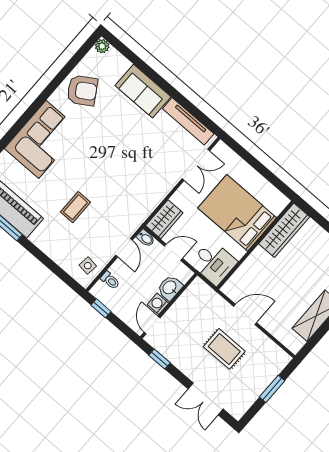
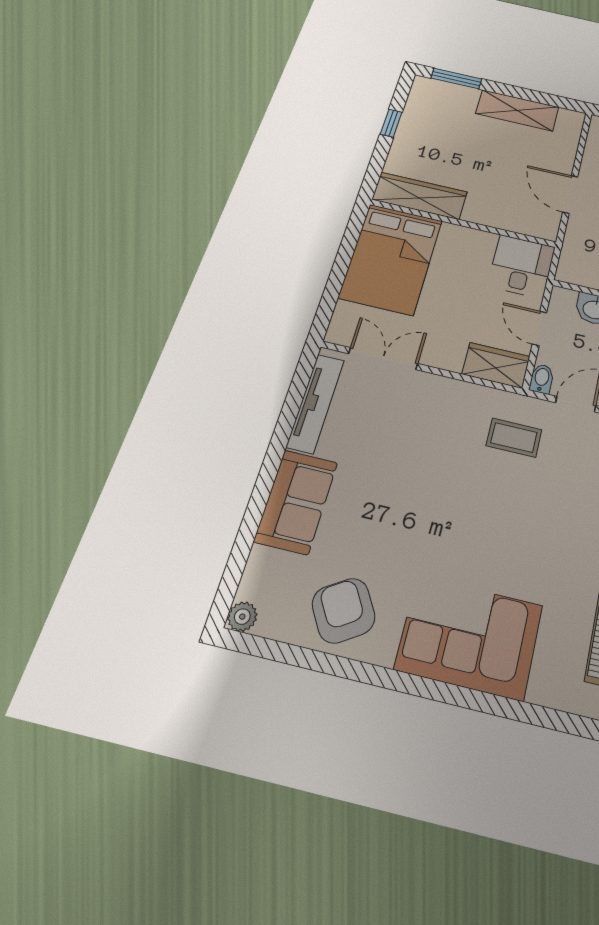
coffee table: (75, 207) -> (514, 438), moved
bed: (237, 213) -> (391, 259), moved

